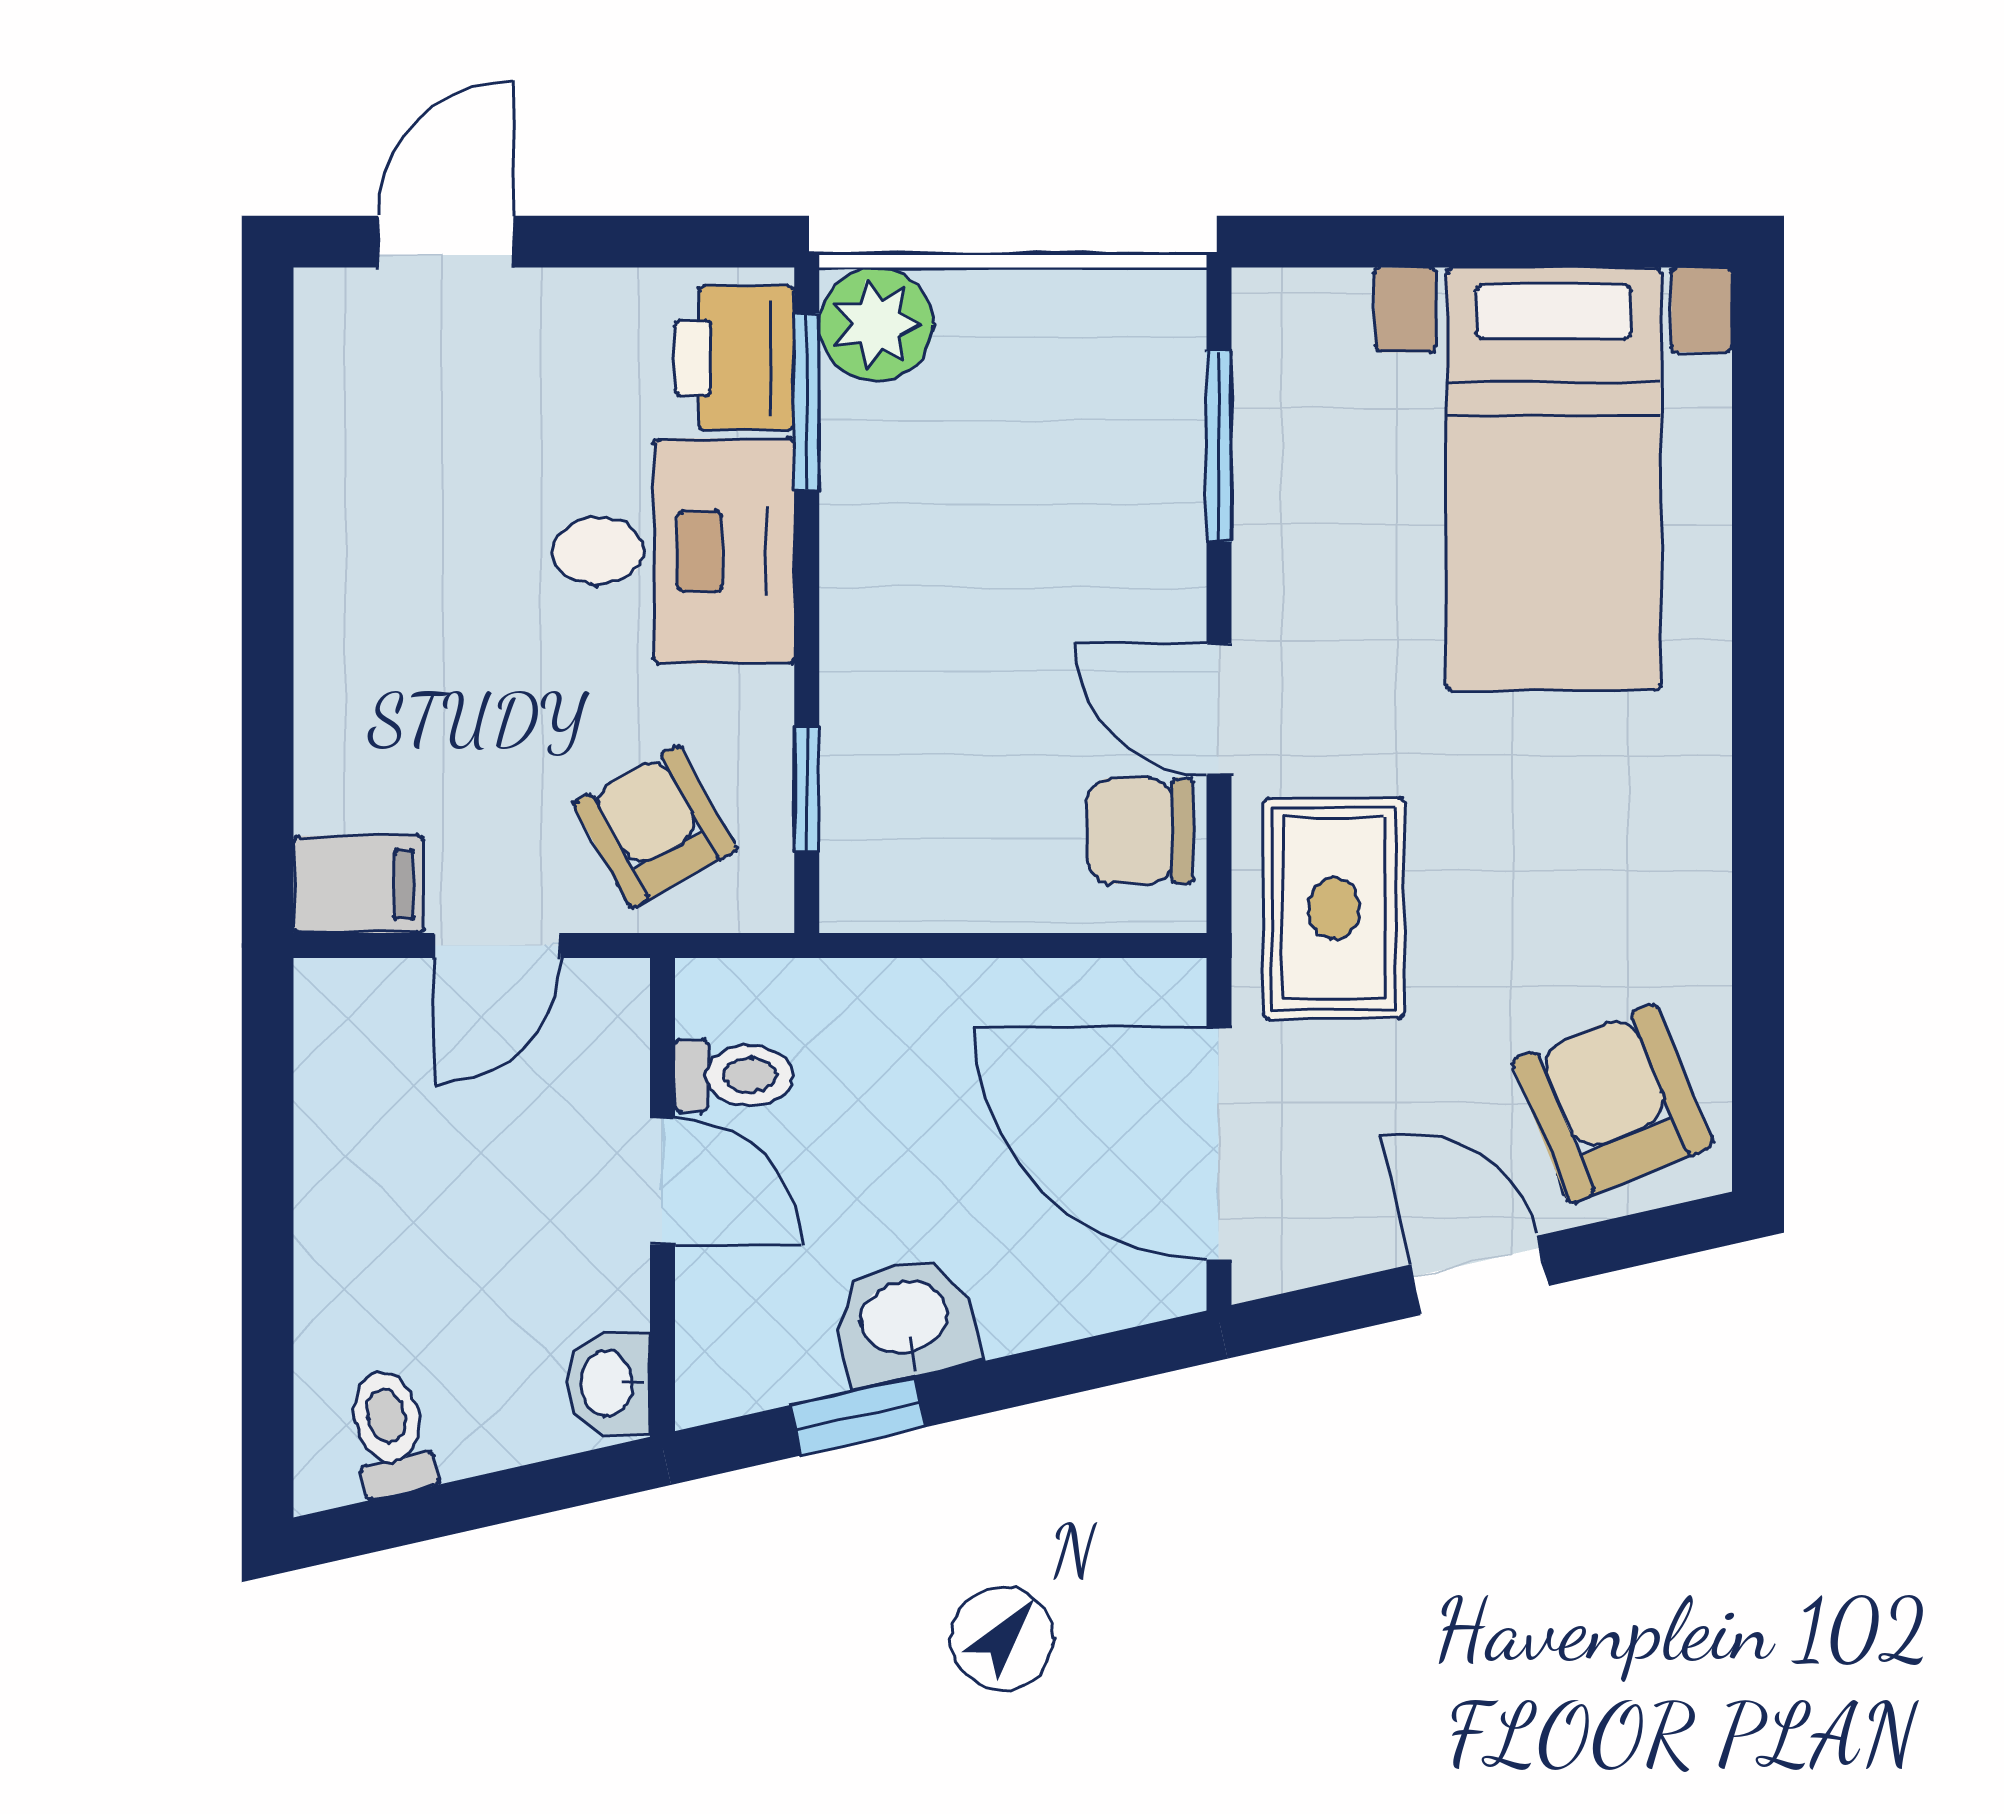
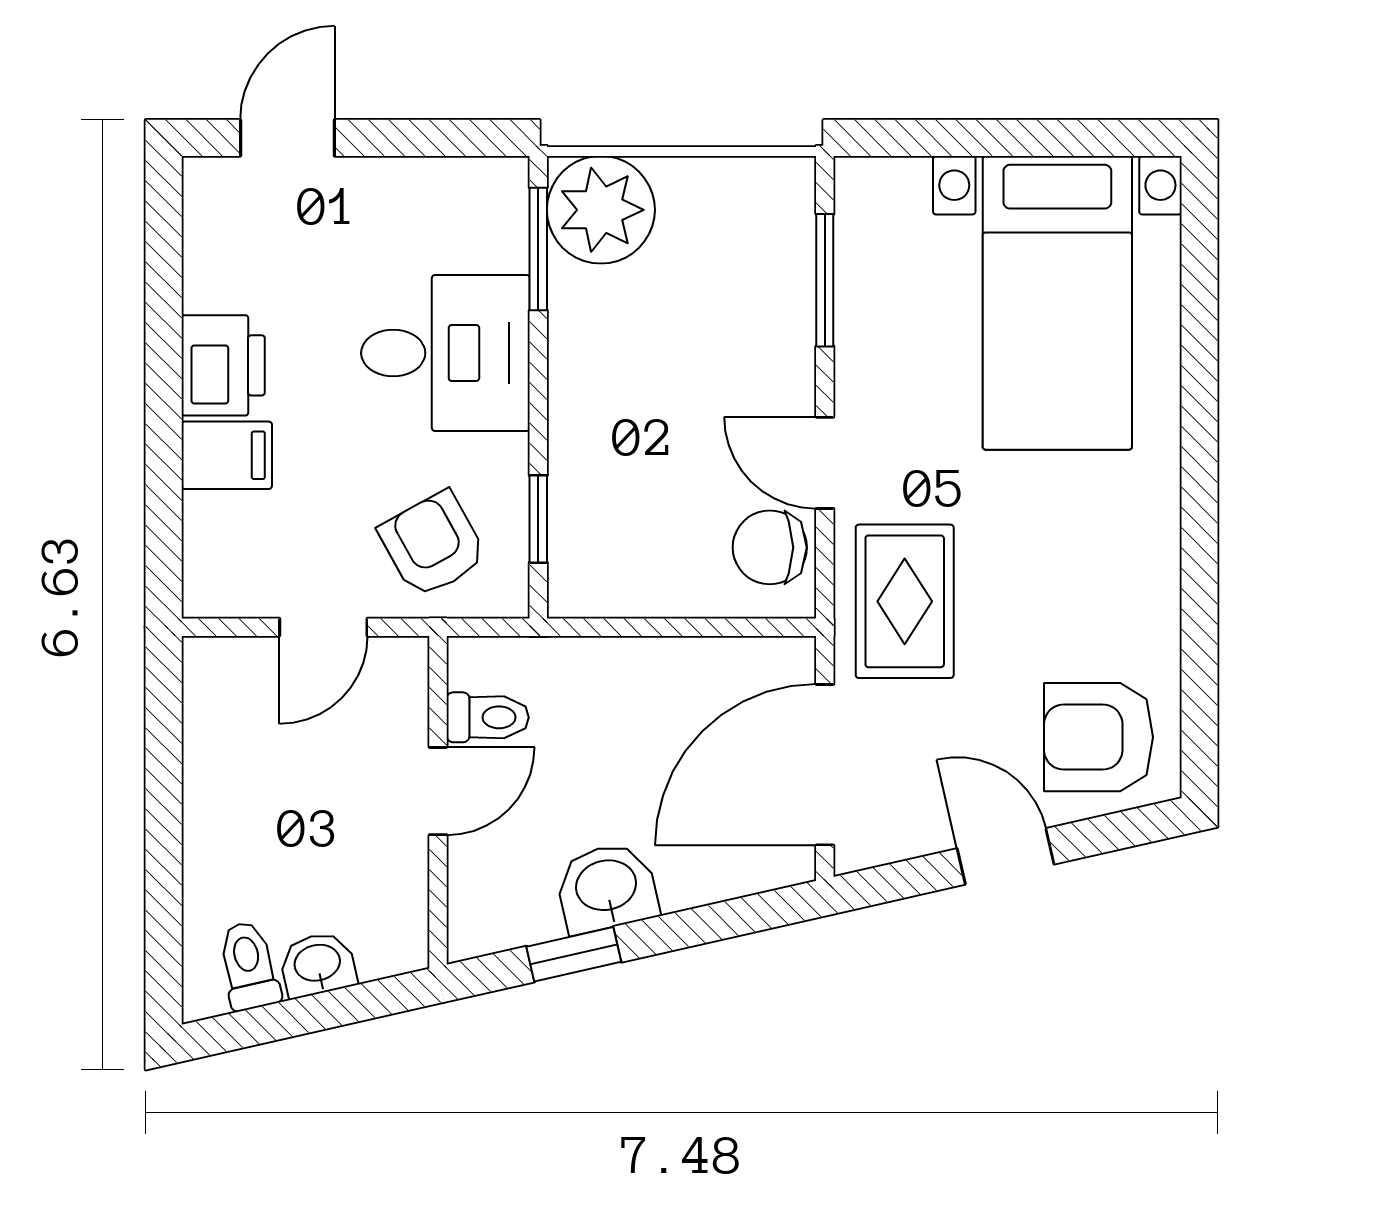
plant: (876, 324) -> (601, 210), width x1.36, depth x1.36
printer: (735, 358) -> (223, 365), moved, turned 180
filing cabinet: (358, 884) -> (227, 455), moved
armchair: (1613, 1104) -> (1098, 737), turned -68
door: (1219, 1143) -> (825, 765), hinge flipped
door: (662, 1181) -> (438, 791), hinge flipped
washbasin: (609, 1383) -> (318, 964), moved, turned 77

